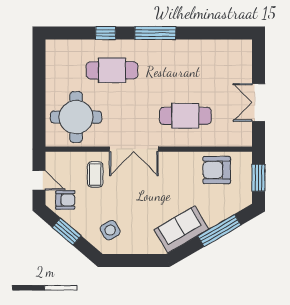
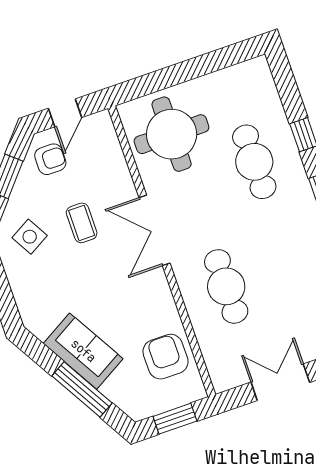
coffee table: (95, 174) -> (82, 223), moved, turned 90
armchair: (65, 200) -> (50, 159), turned -90
sofa: (181, 229) -> (83, 351), moved

